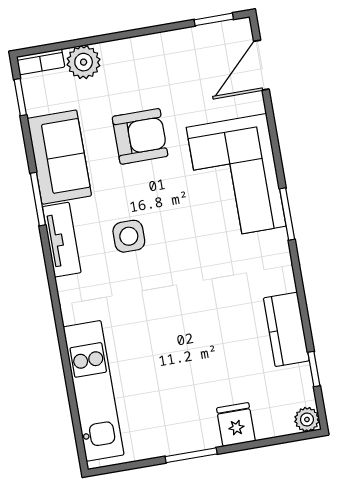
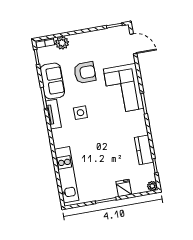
door: (261, 65) -> (133, 44), swing flipped

